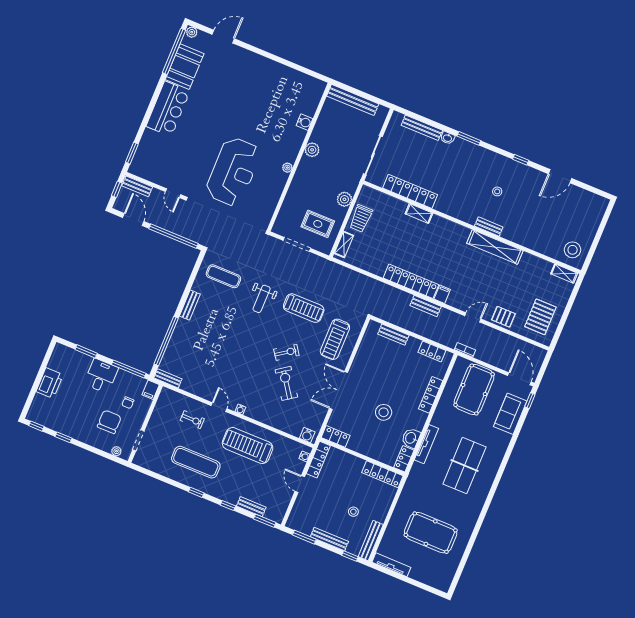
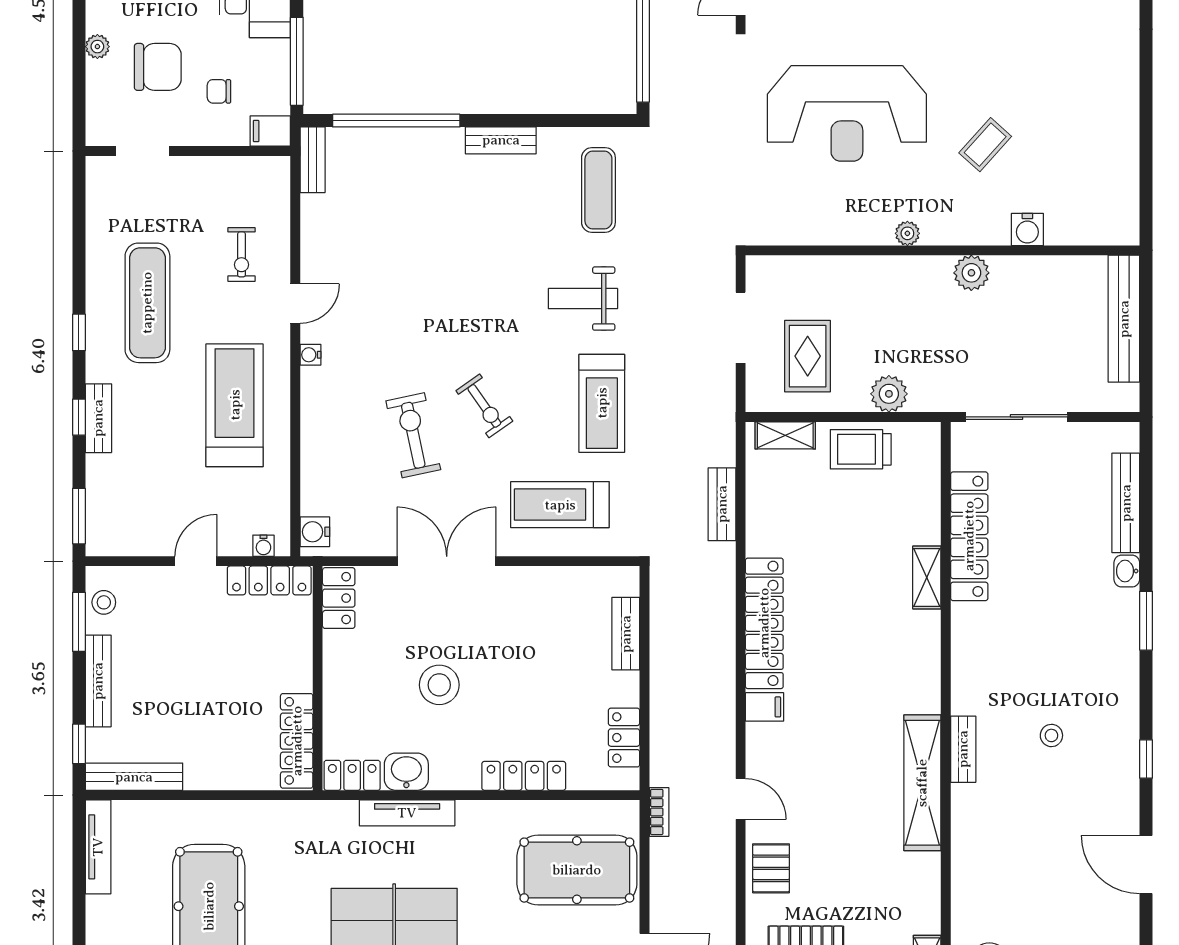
coffee table: (266, 125) -> (985, 145), added
bench: (426, 306) -> (722, 504), moved
exercise bike: (286, 383) -> (413, 435), turned -67
plant: (116, 451) -> (97, 47), moved
bench: (251, 507) -> (98, 418), moved
stool: (353, 512) -> (104, 602), moved

